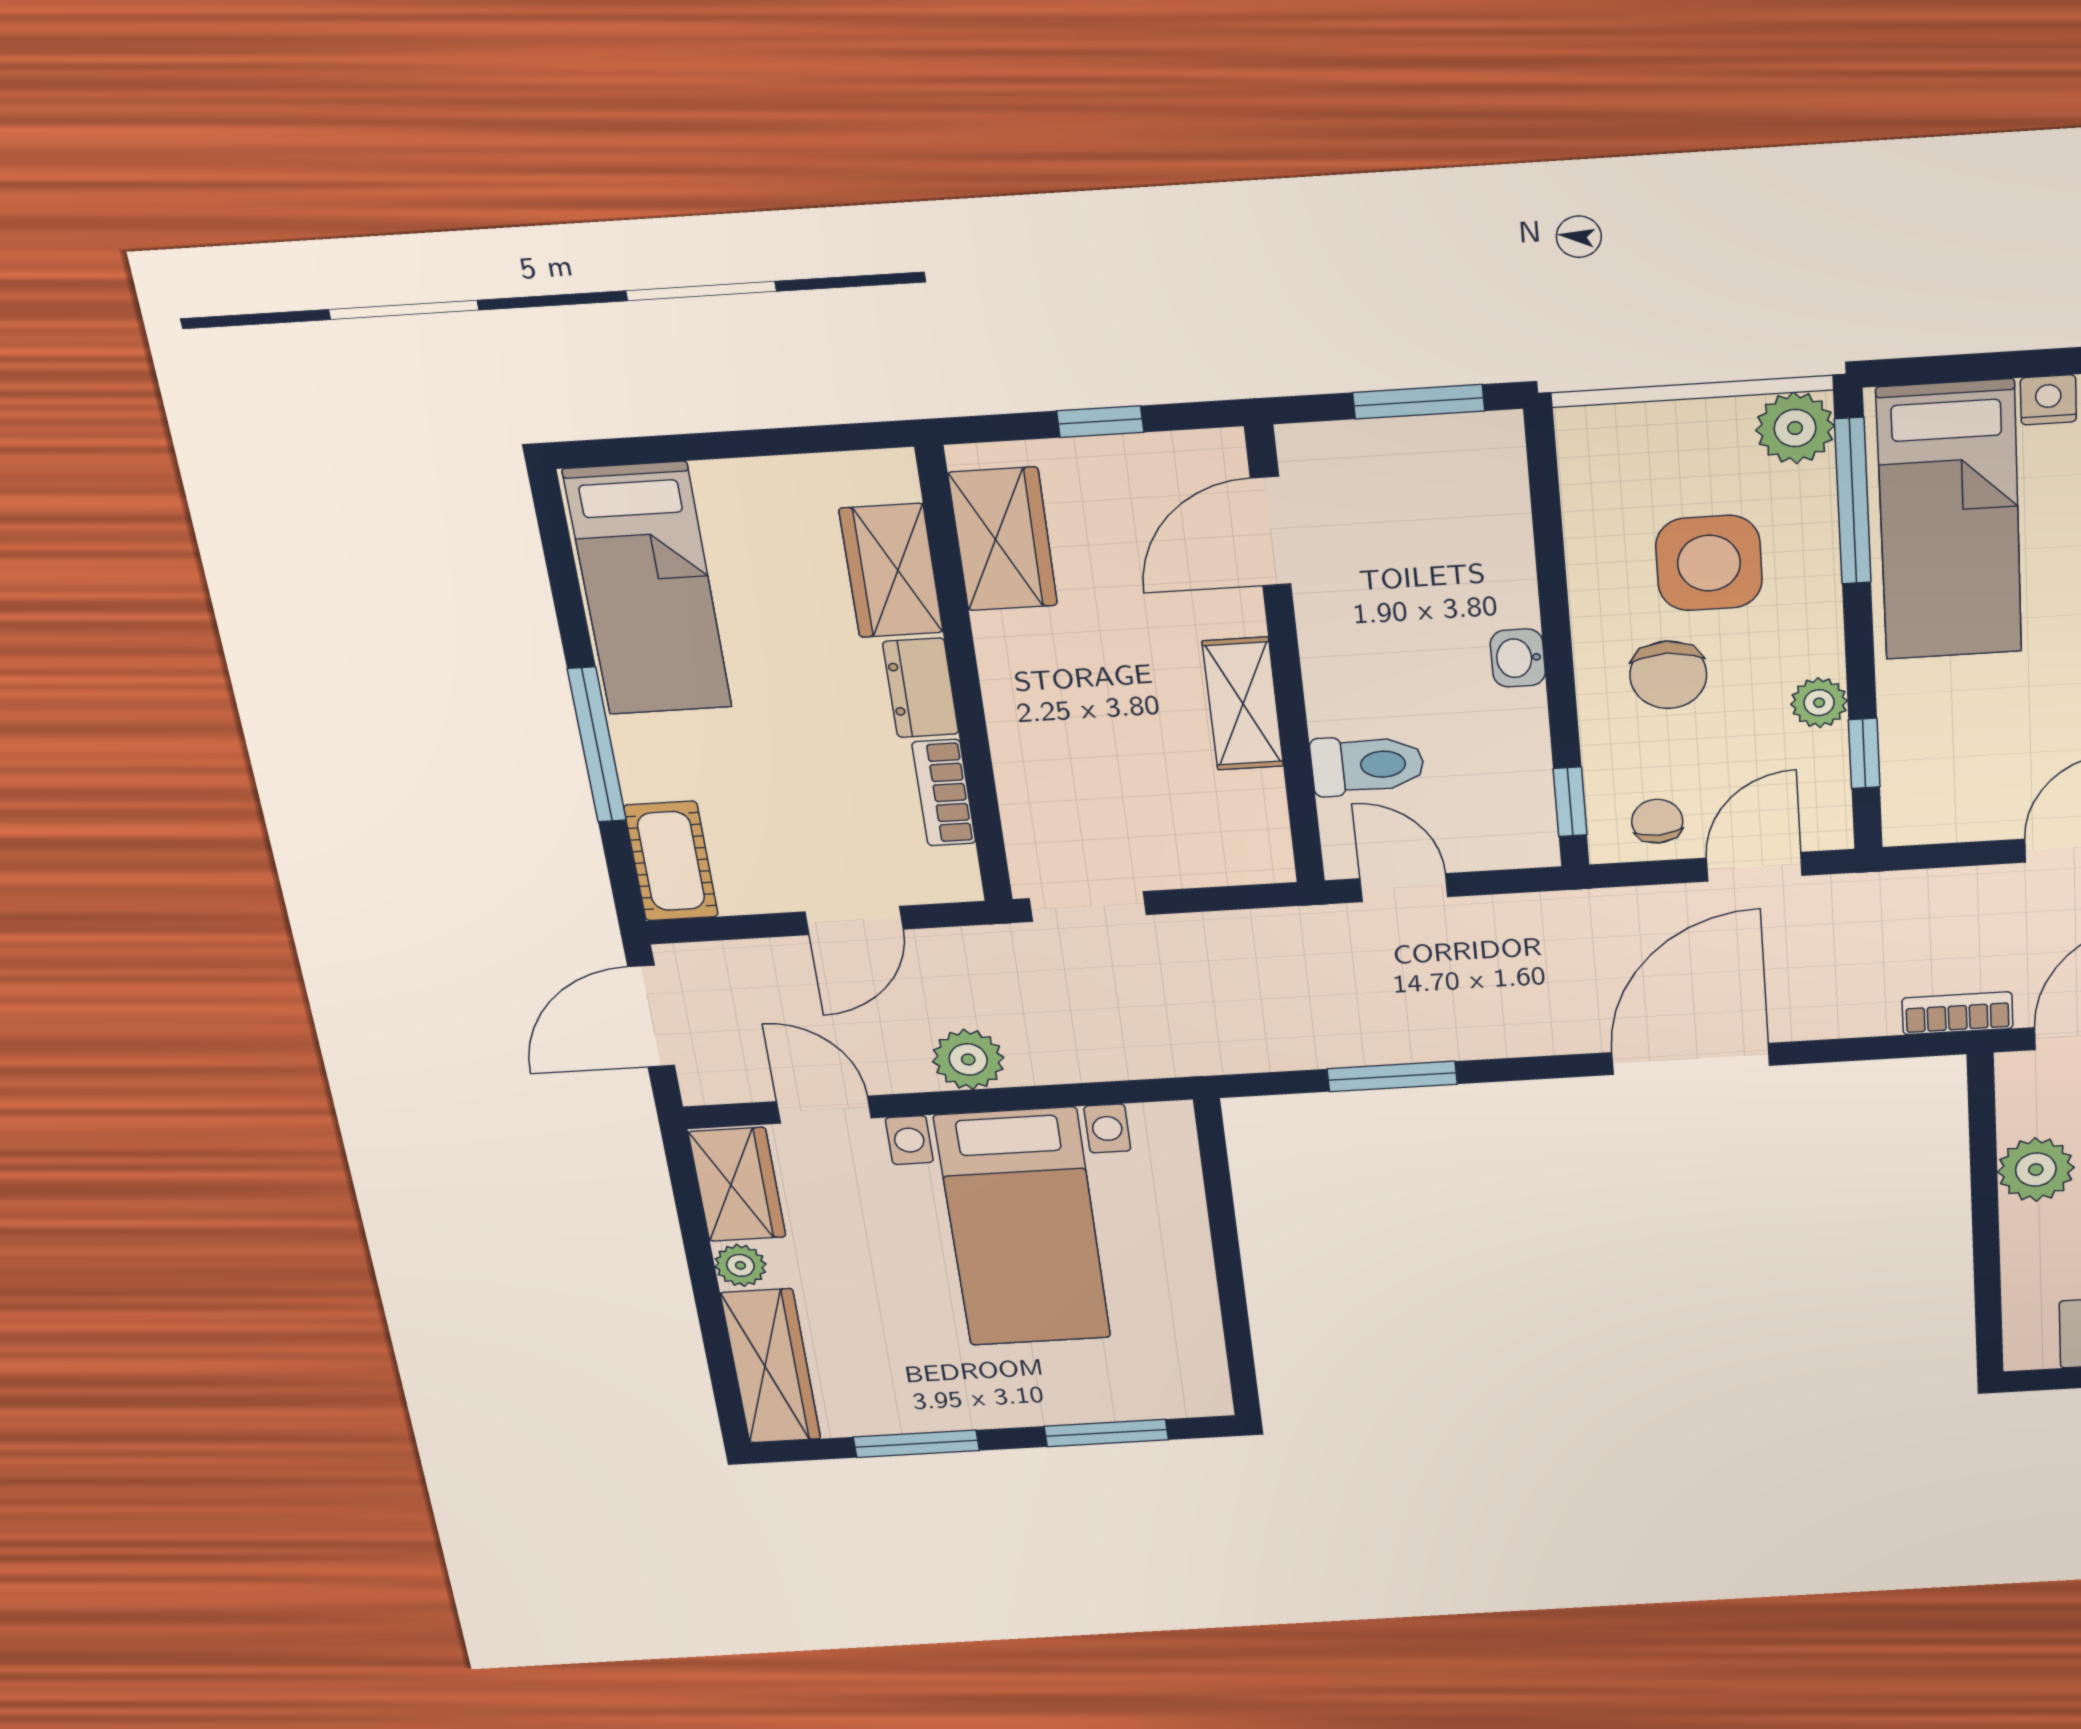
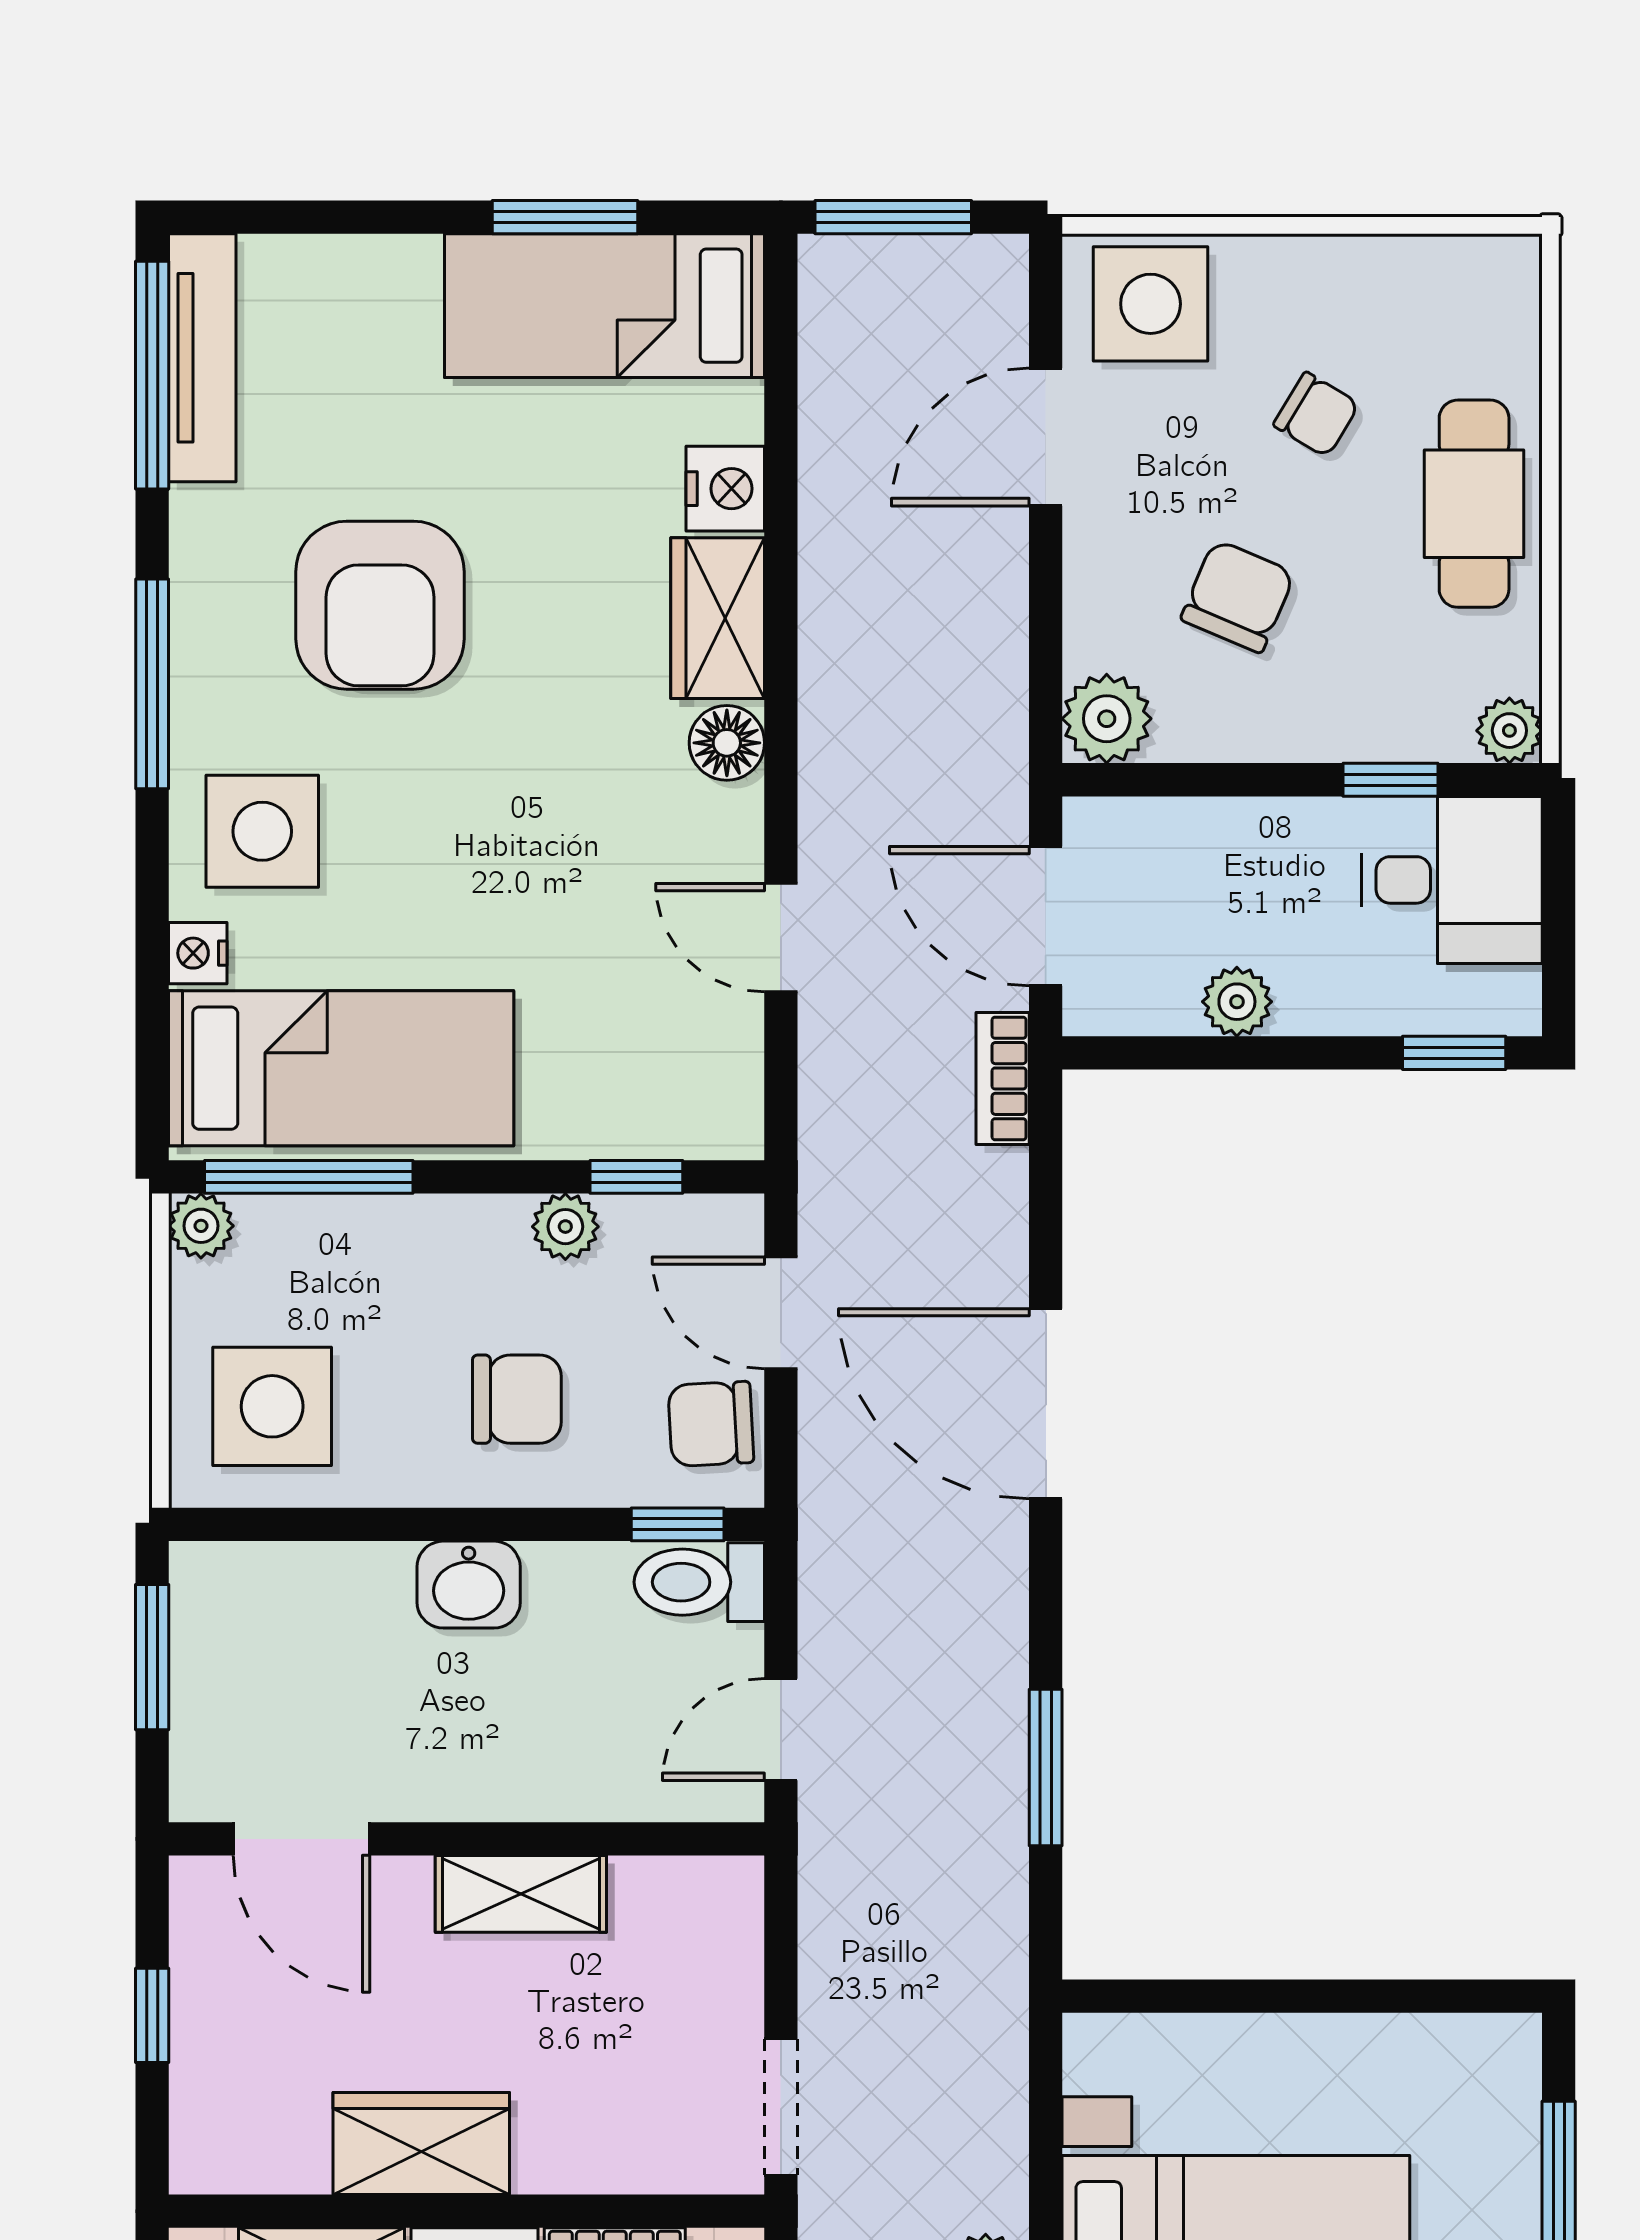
plant: (1795, 428) -> (201, 1226), width x0.73, depth x0.73
wardrobe: (1003, 539) -> (421, 2144), moved
side table: (1709, 563) -> (272, 1406), moved
washbasin: (1518, 658) -> (469, 1585), width x1.38, depth x1.45
toilet: (1367, 765) -> (699, 1582), moved, turned -90
chair: (1657, 821) -> (711, 1424), width x1.37, depth x1.37
plant: (2036, 1170) -> (1237, 1002), width x0.73, depth x0.73
window: (1988, 1316) -> (1454, 1053), added

